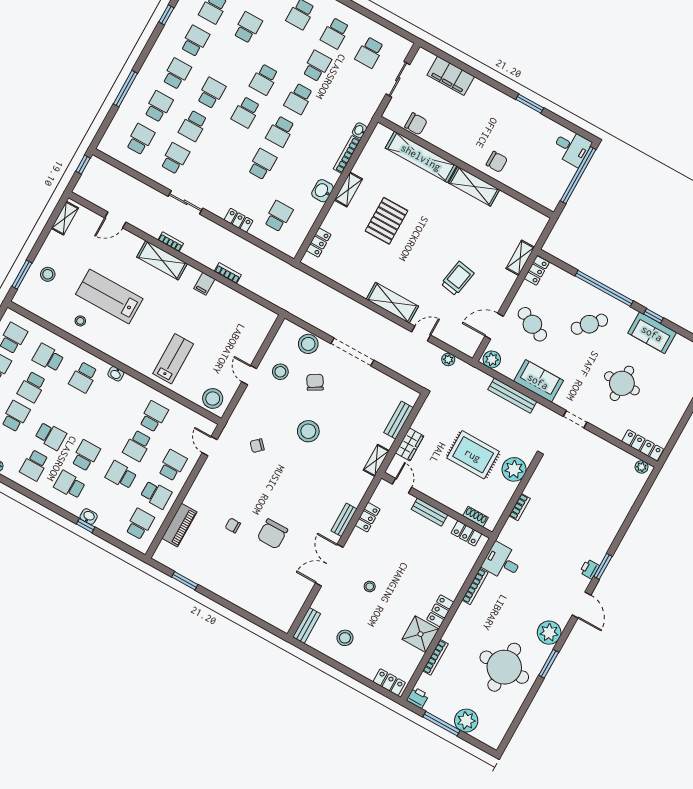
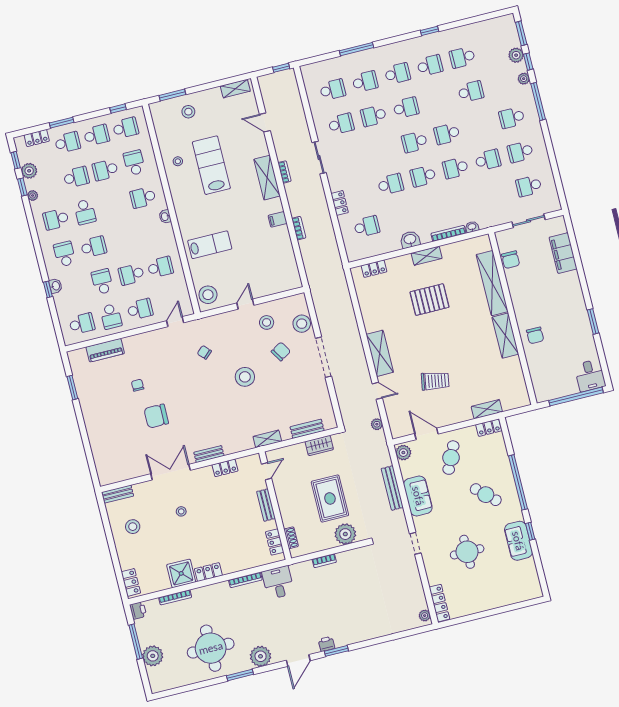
wardrobe: (410, 444) -> (319, 446), moved

